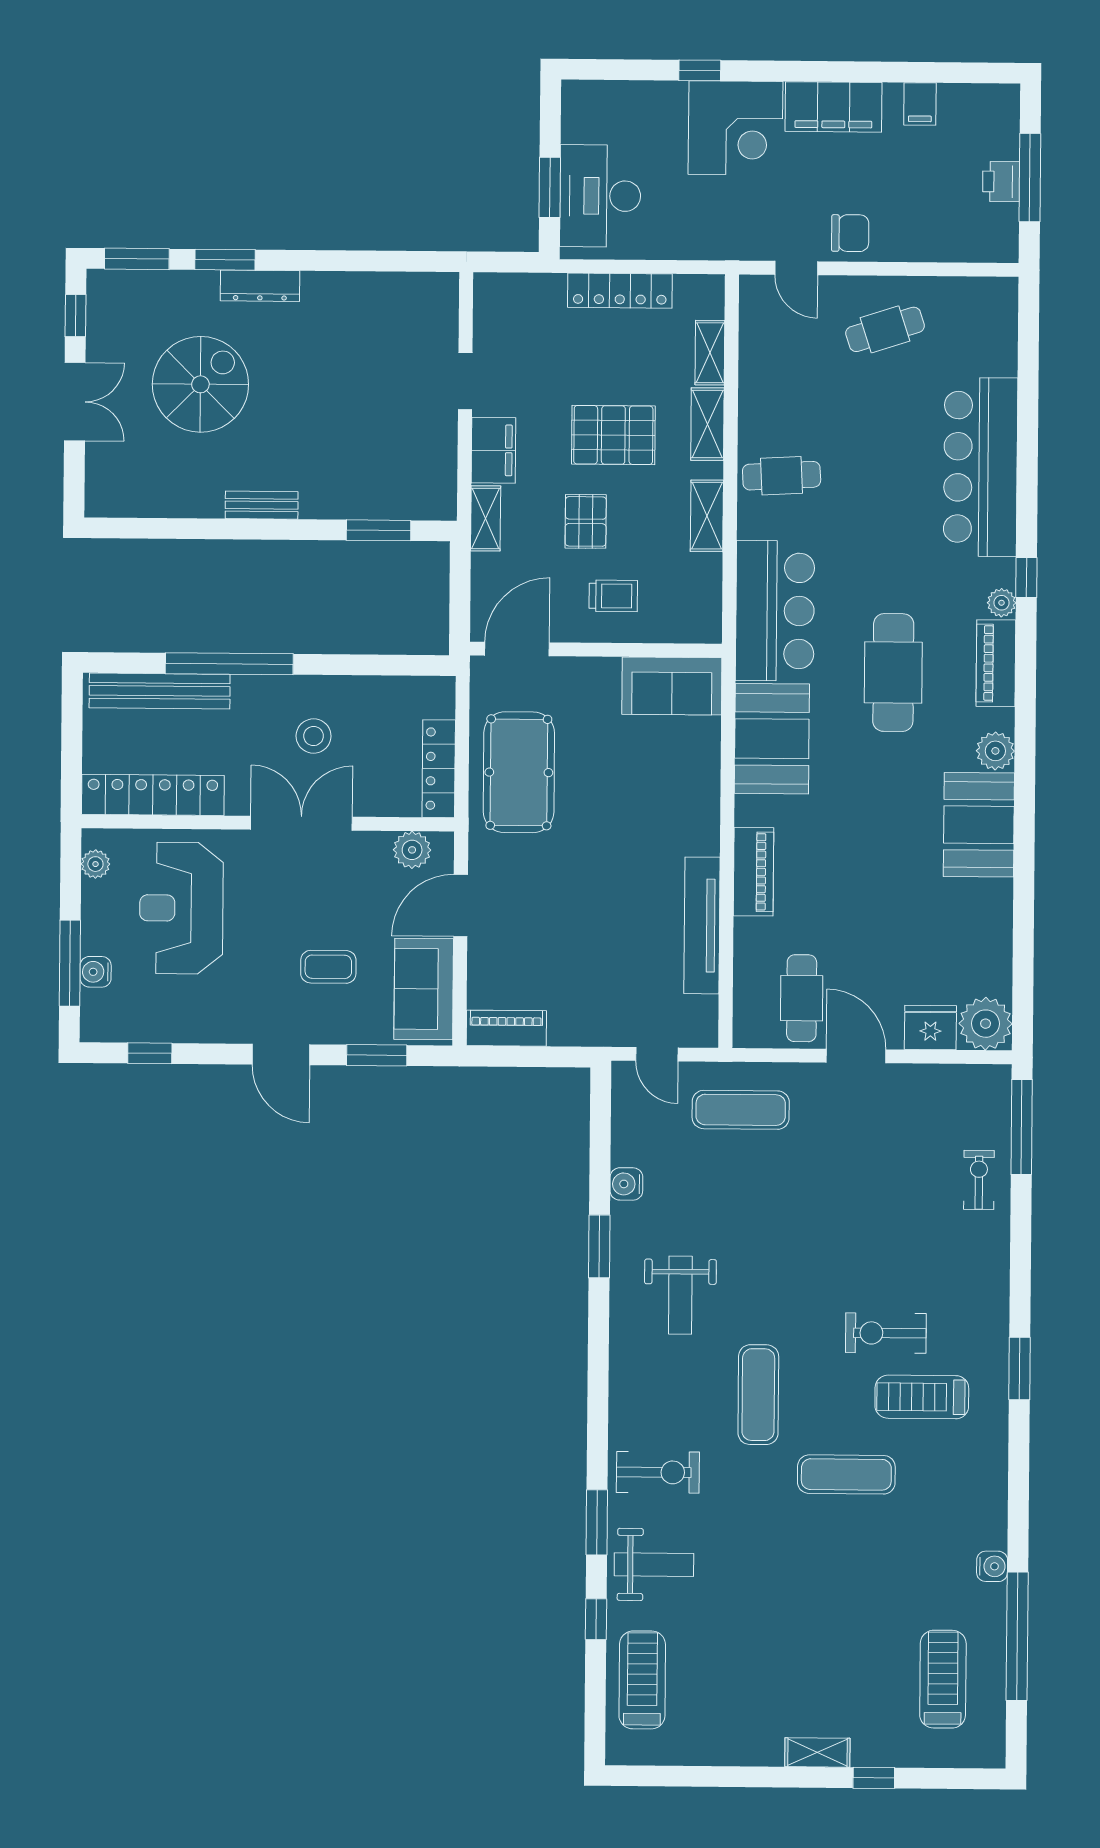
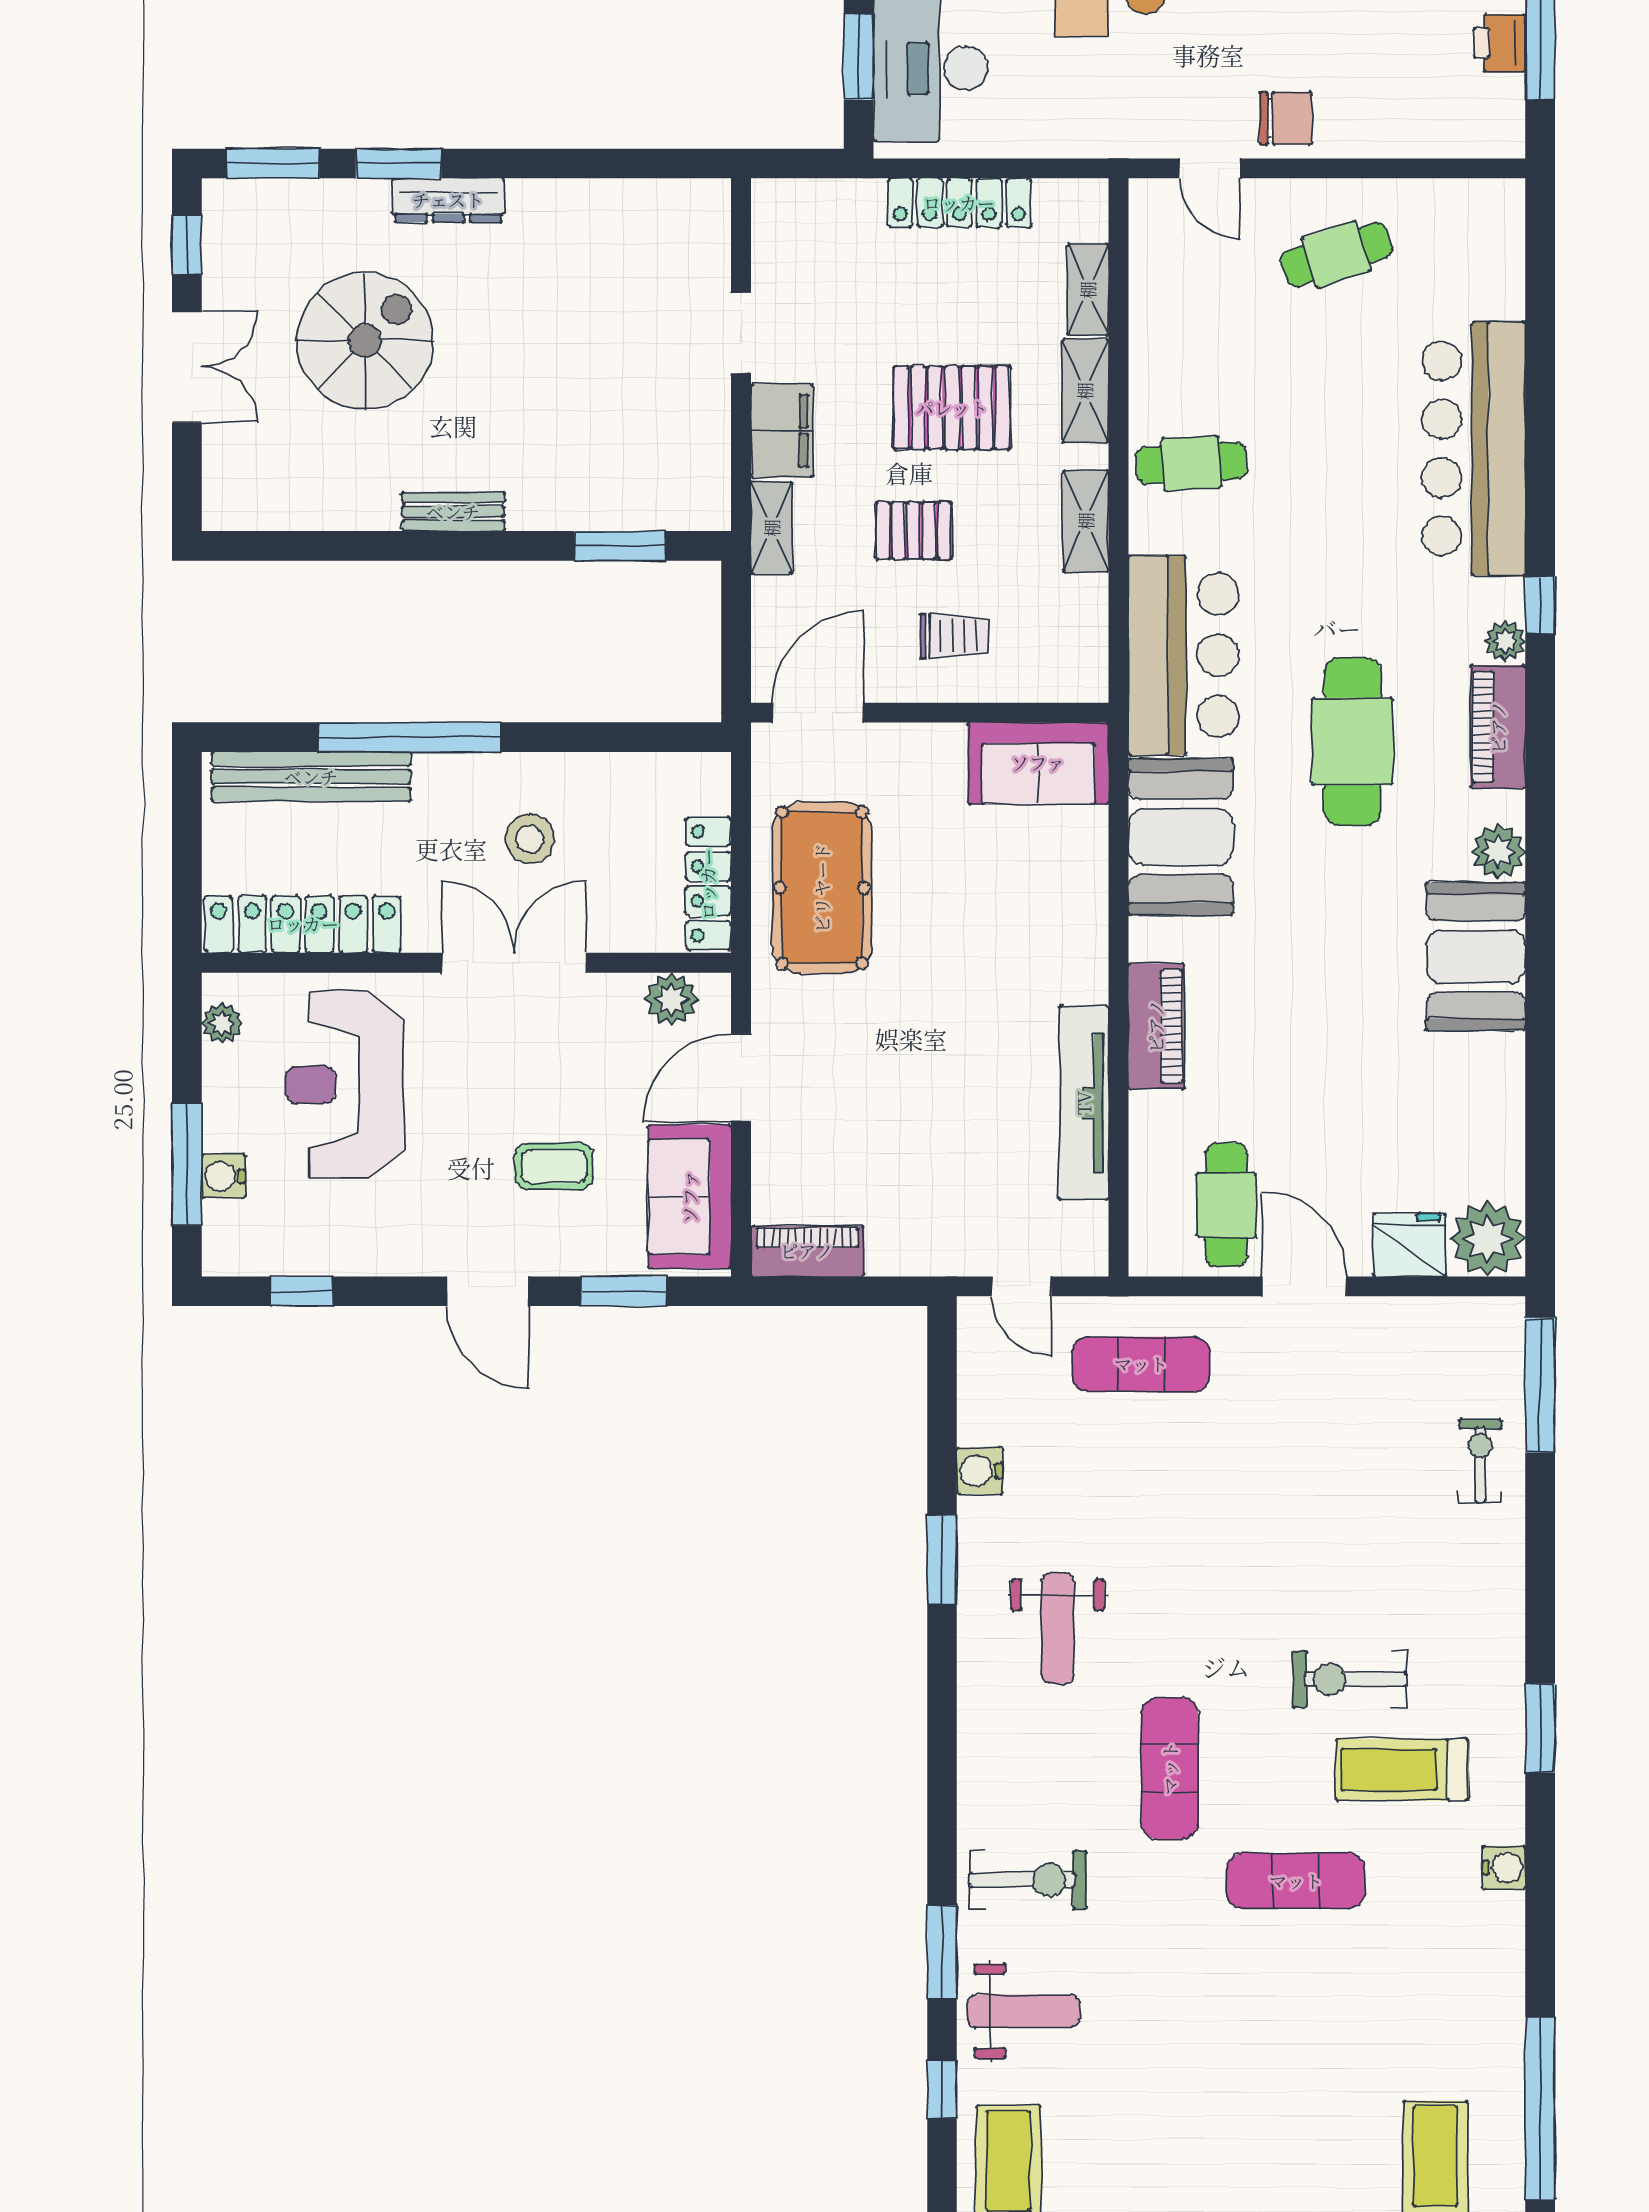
pallet: (586, 521) -> (914, 531), turned 90
water cooler: (992, 1566) -> (1504, 1868), moved

